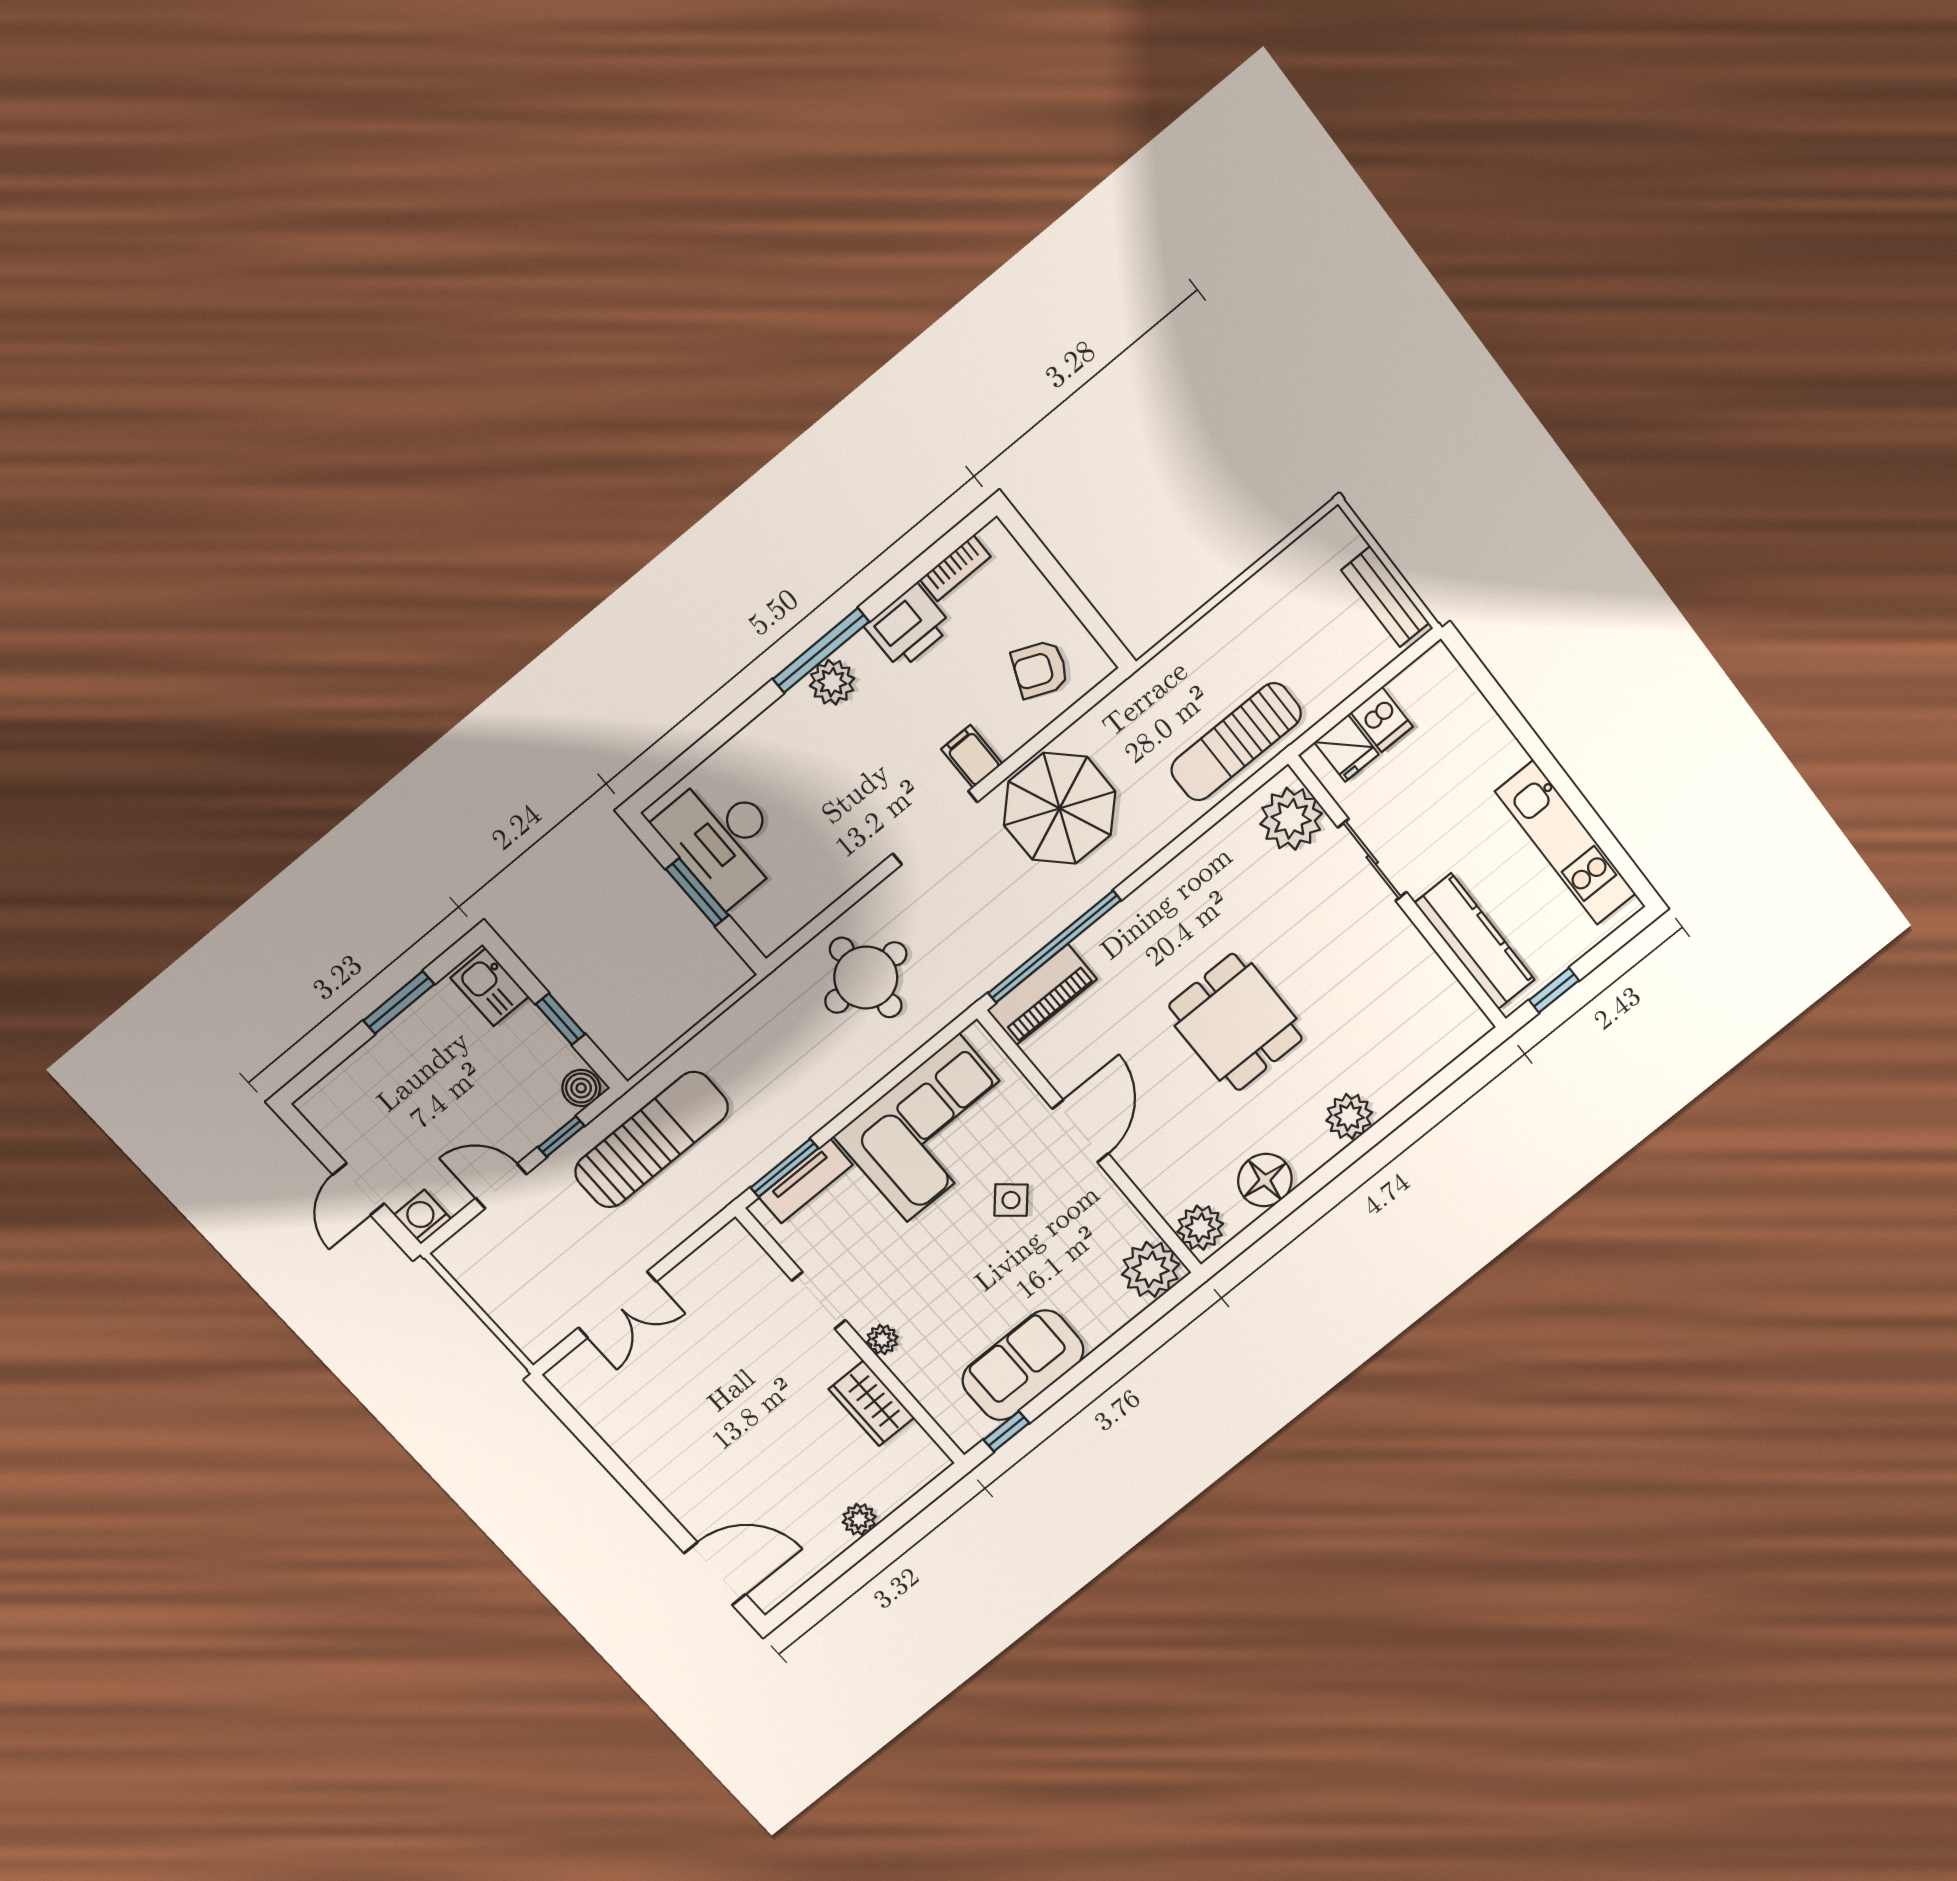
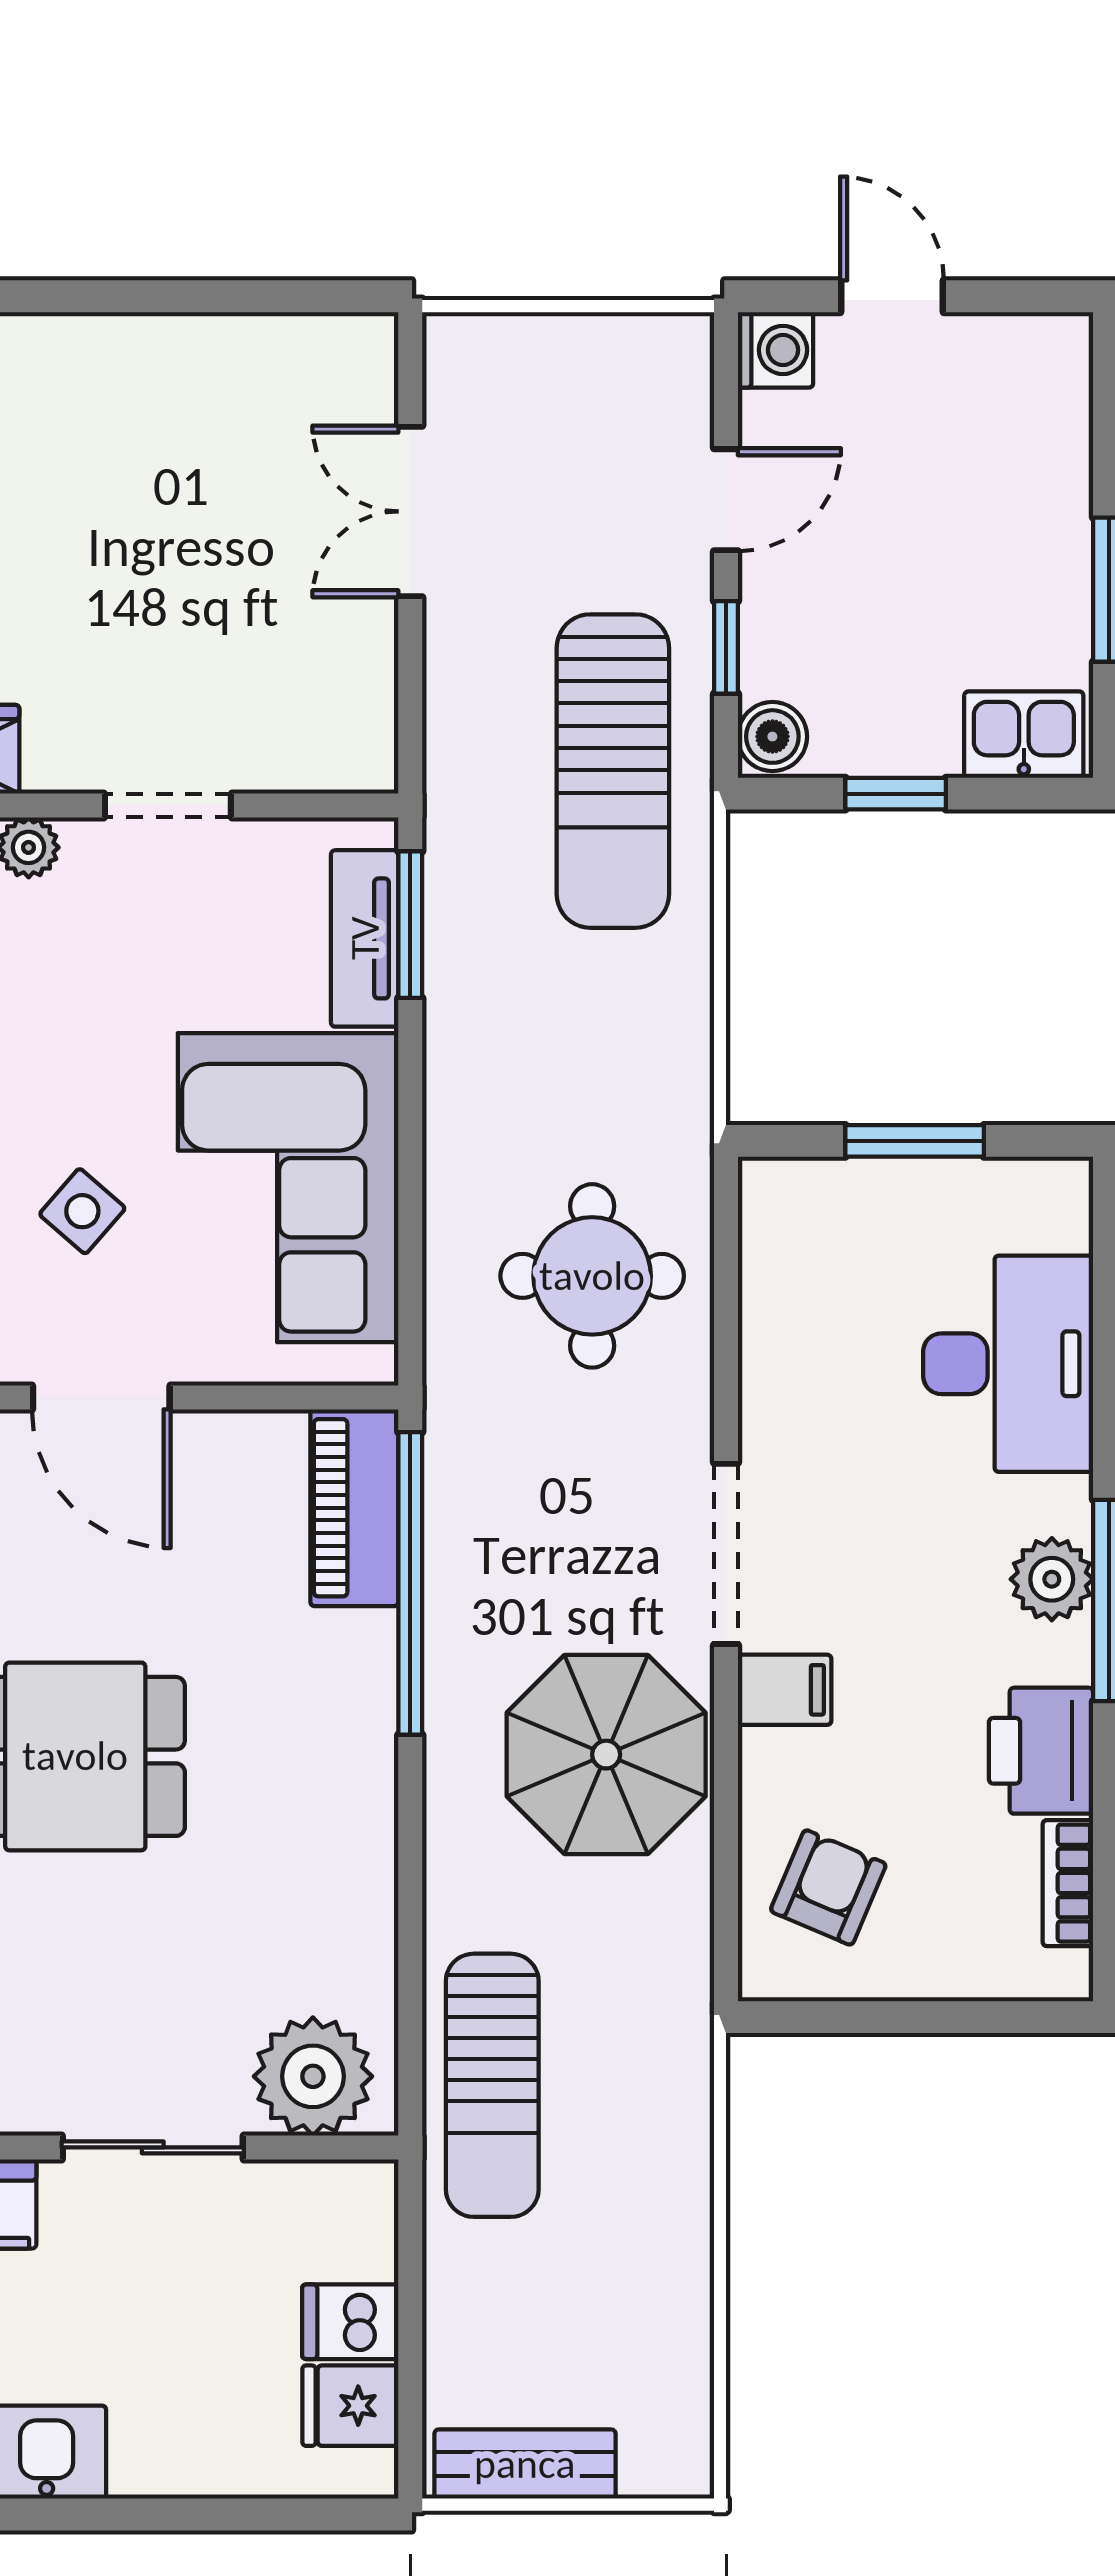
sun lounger: (1236, 742) -> (492, 2085), turned 180
fridge: (1346, 748) -> (350, 2406), moved
desk: (723, 838) -> (1008, 1364), moved, turned 90

